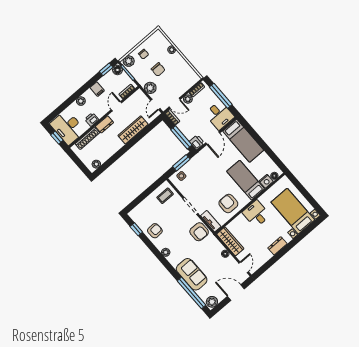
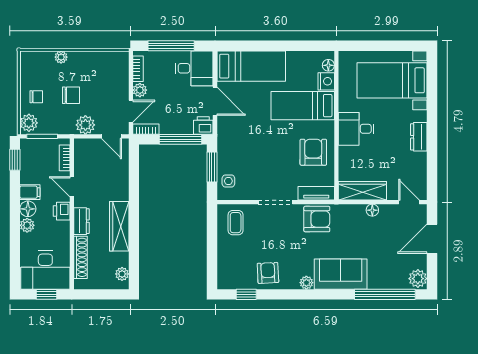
floor lamp: (117, 70) -> (28, 209), moved
printer: (92, 119) -> (62, 211), moved
wardrobe: (133, 130) -> (119, 226), moved
armchair: (228, 204) -> (313, 152), turned 90
sofa: (192, 274) -> (341, 274), moved

